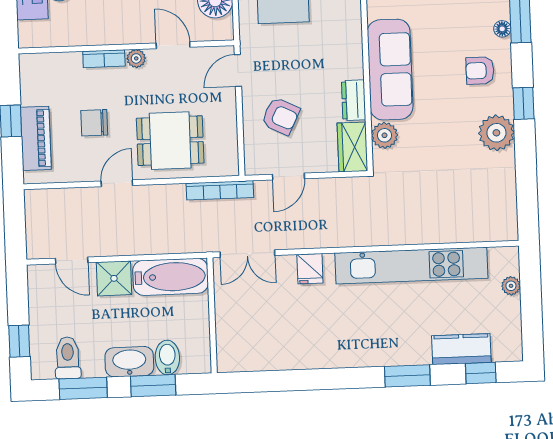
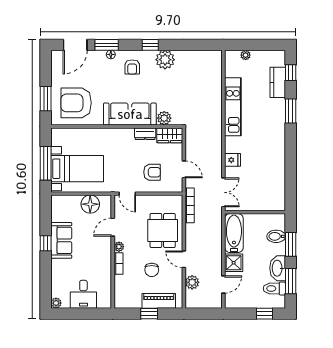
armchair: (281, 116) -> (152, 172), turned 64
plant: (74, 201) -> (192, 282), added
kitchen unit: (411, 266) -> (233, 107), width x0.73
washbasin: (129, 362) -> (278, 268), moved

